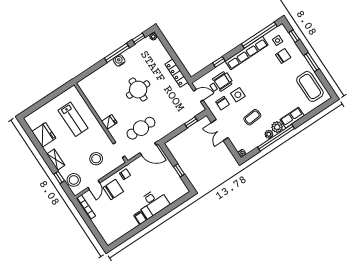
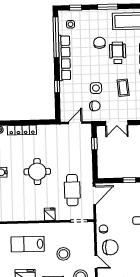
chair: (283, 56) -> (100, 43), moved
locker: (176, 73) -> (22, 130), moved
wheelchair: (221, 83) -> (118, 53), moved
lab bench: (73, 119) -> (28, 244), turned 180
stool: (96, 159) -> (63, 254), moved
chair: (113, 189) -> (110, 247), turned 90

